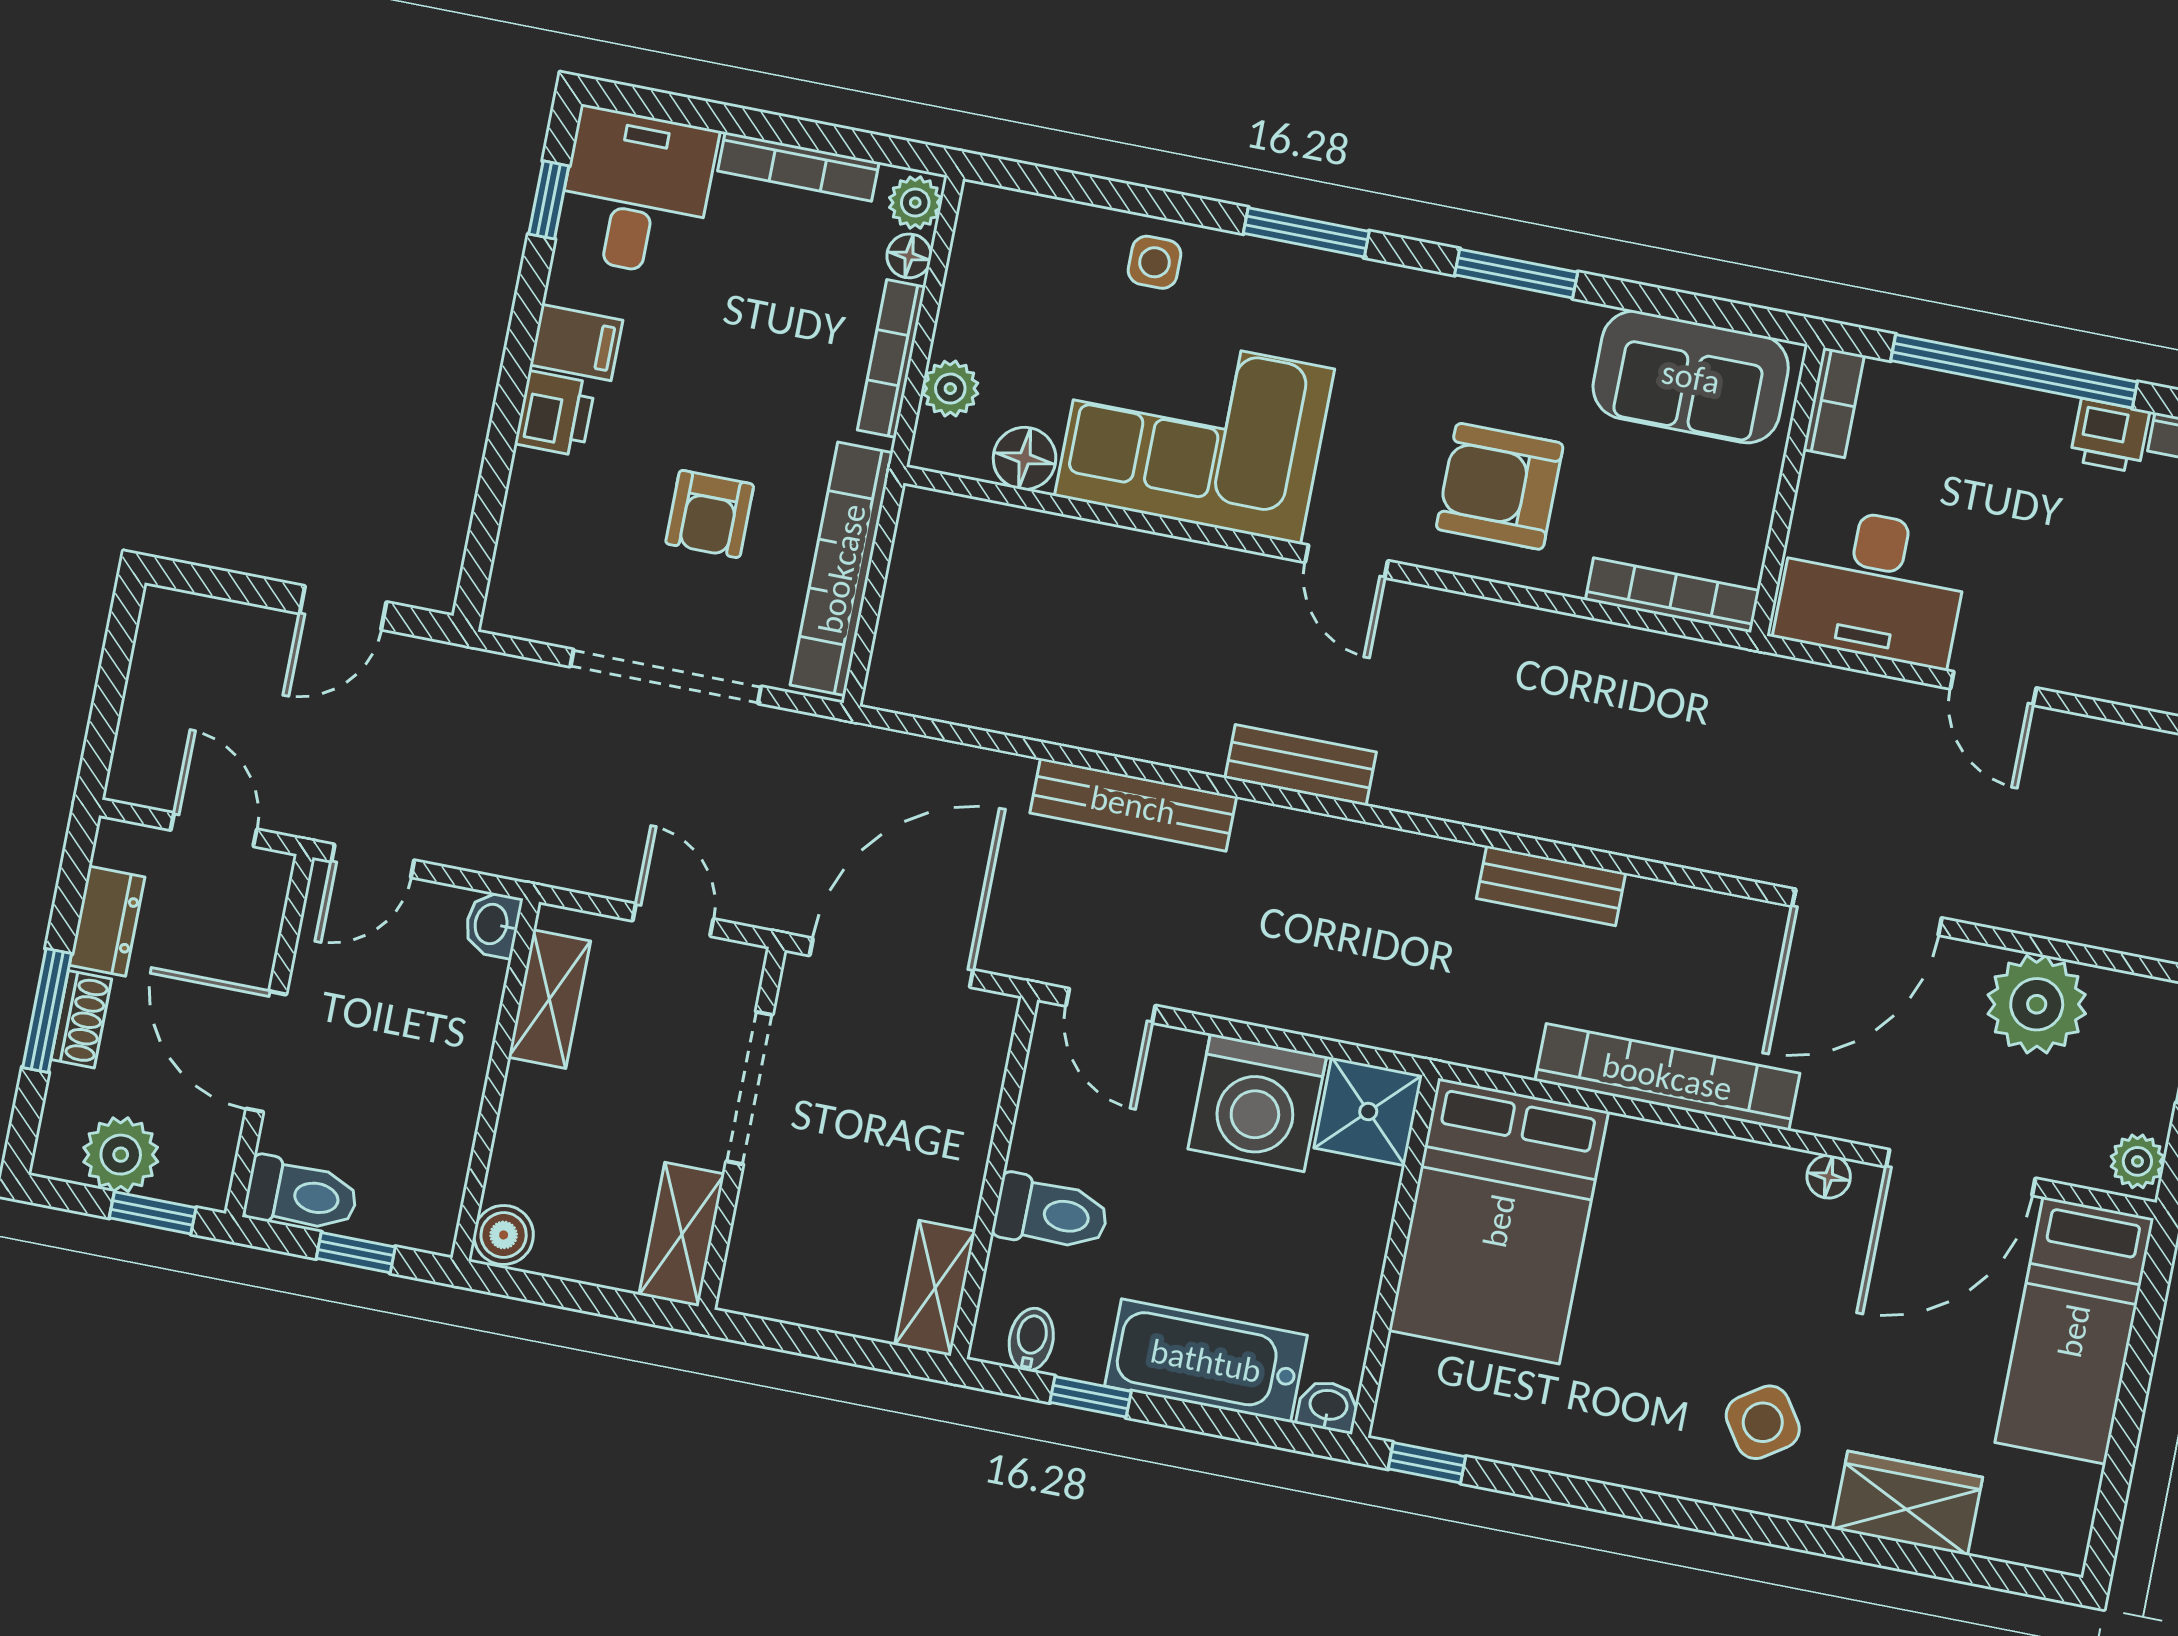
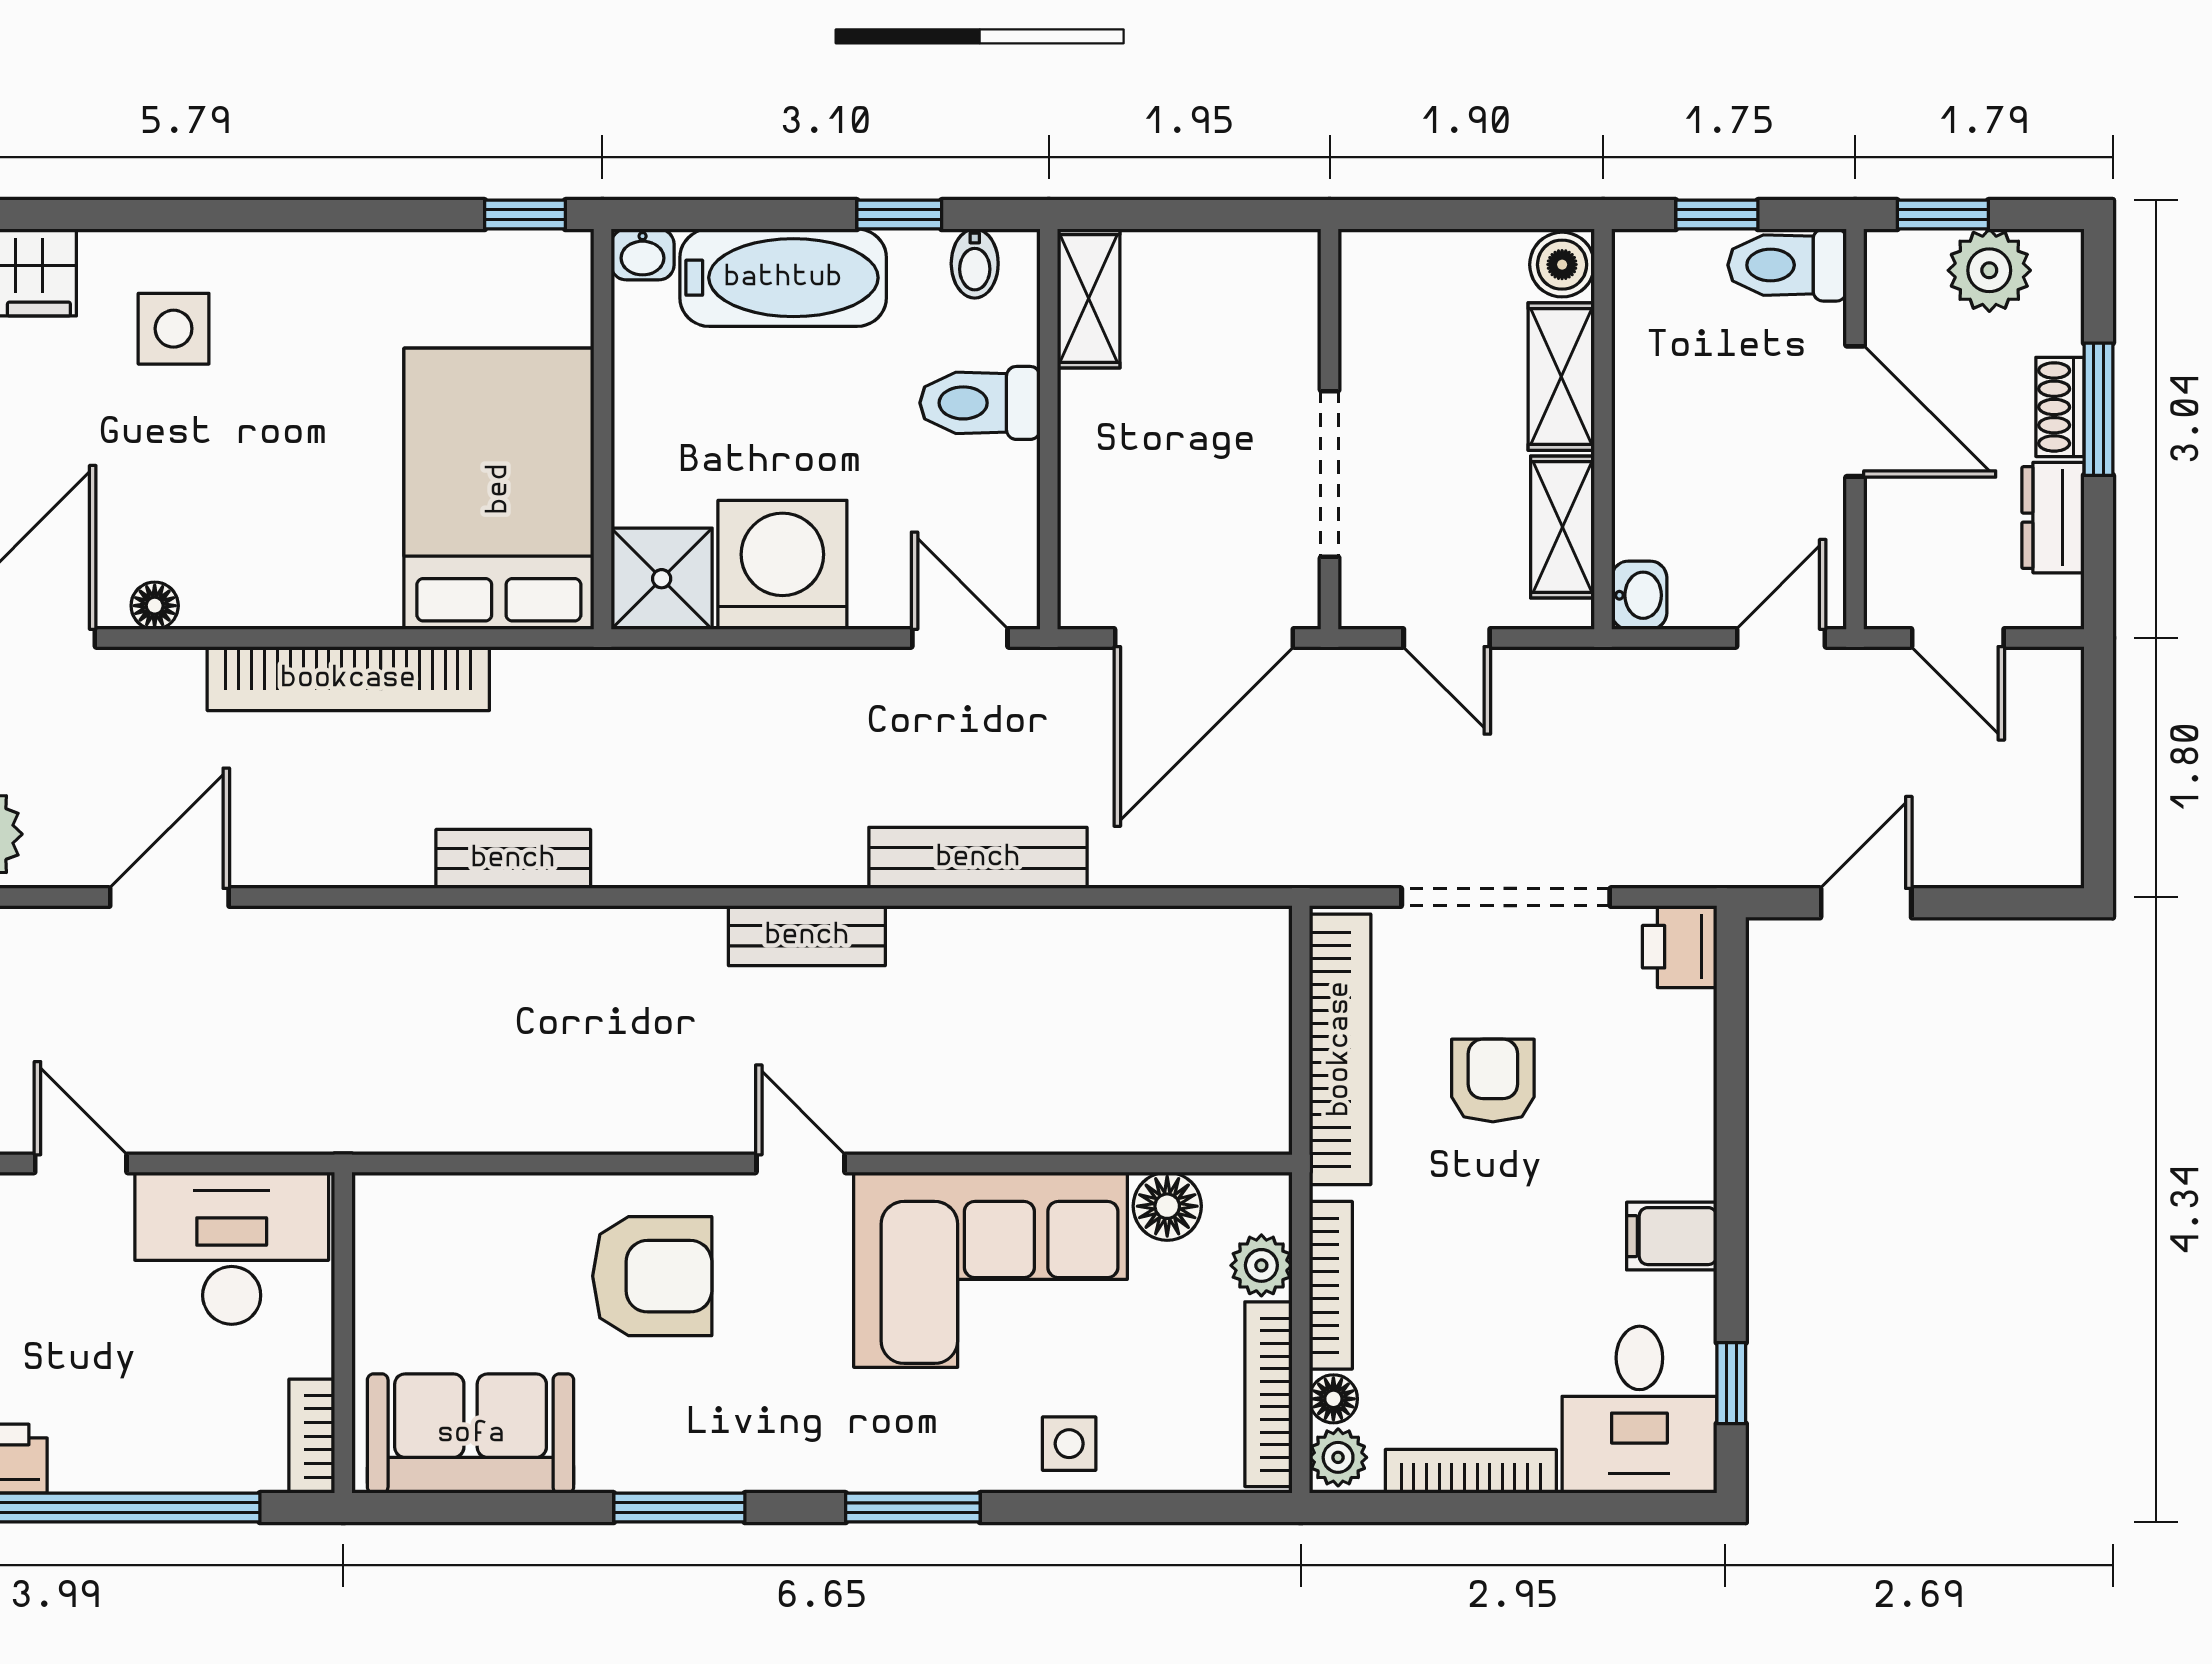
printer: (555, 414) -> (1680, 947), moved
bookcase: (1672, 595) -> (1268, 1394), moved, turned 90
door: (1867, 912) -> (169, 897), width x0.73
shelving: (682, 1234) -> (1561, 377), moved
side table: (1763, 1422) -> (174, 329), turned 34

